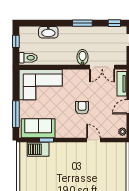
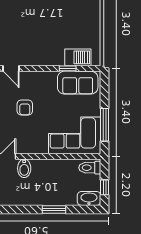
window: (82, 23) -> (54, 209), moved
washbasin: (48, 32) -> (89, 198), moved
window: (16, 114) -> (104, 125), moved

